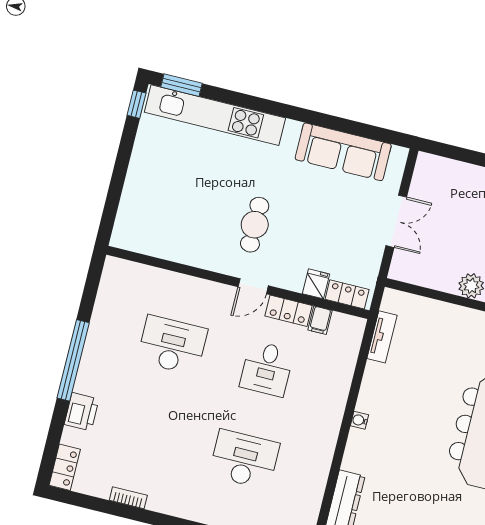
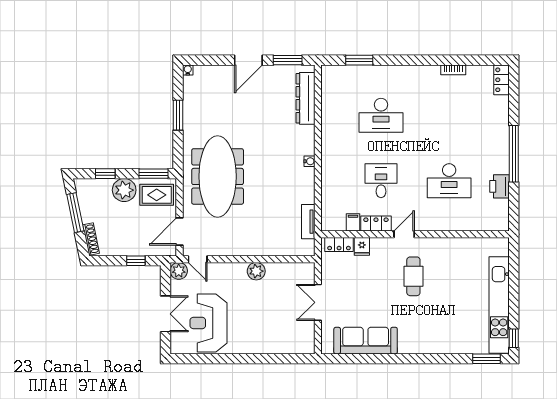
kitchen unit: (215, 115) -> (499, 305), moved, turned -90
printer: (82, 412) -> (499, 186), moved

